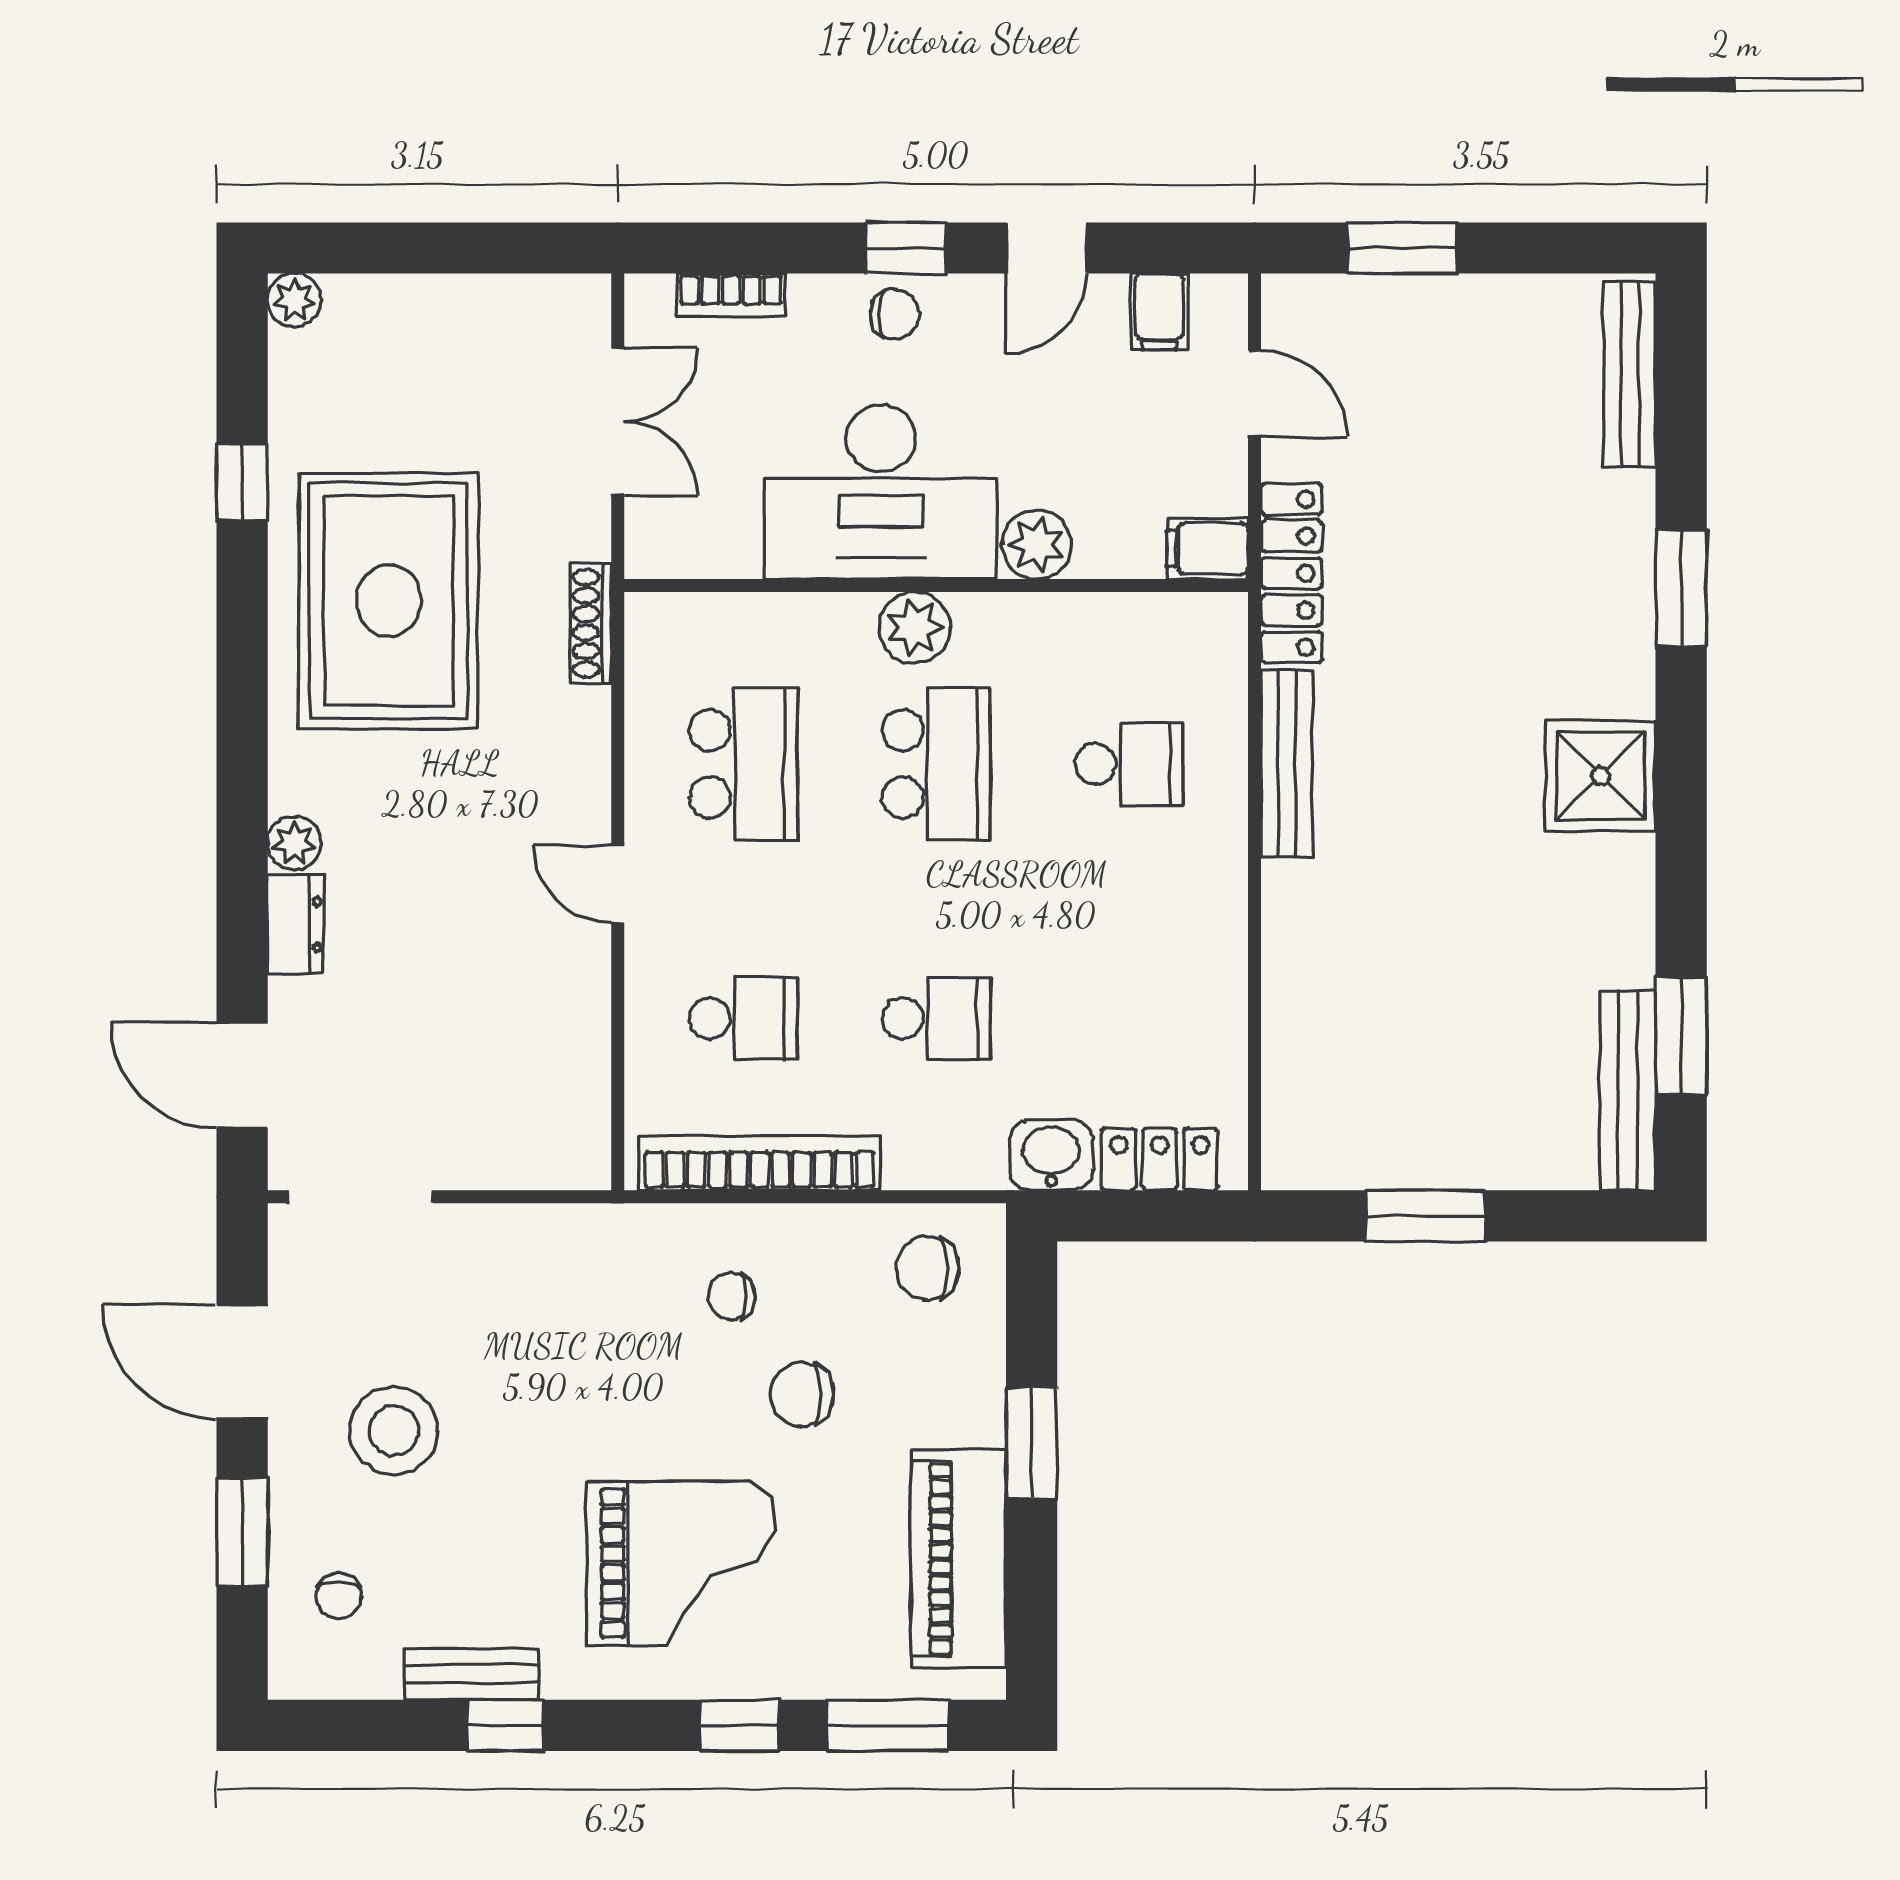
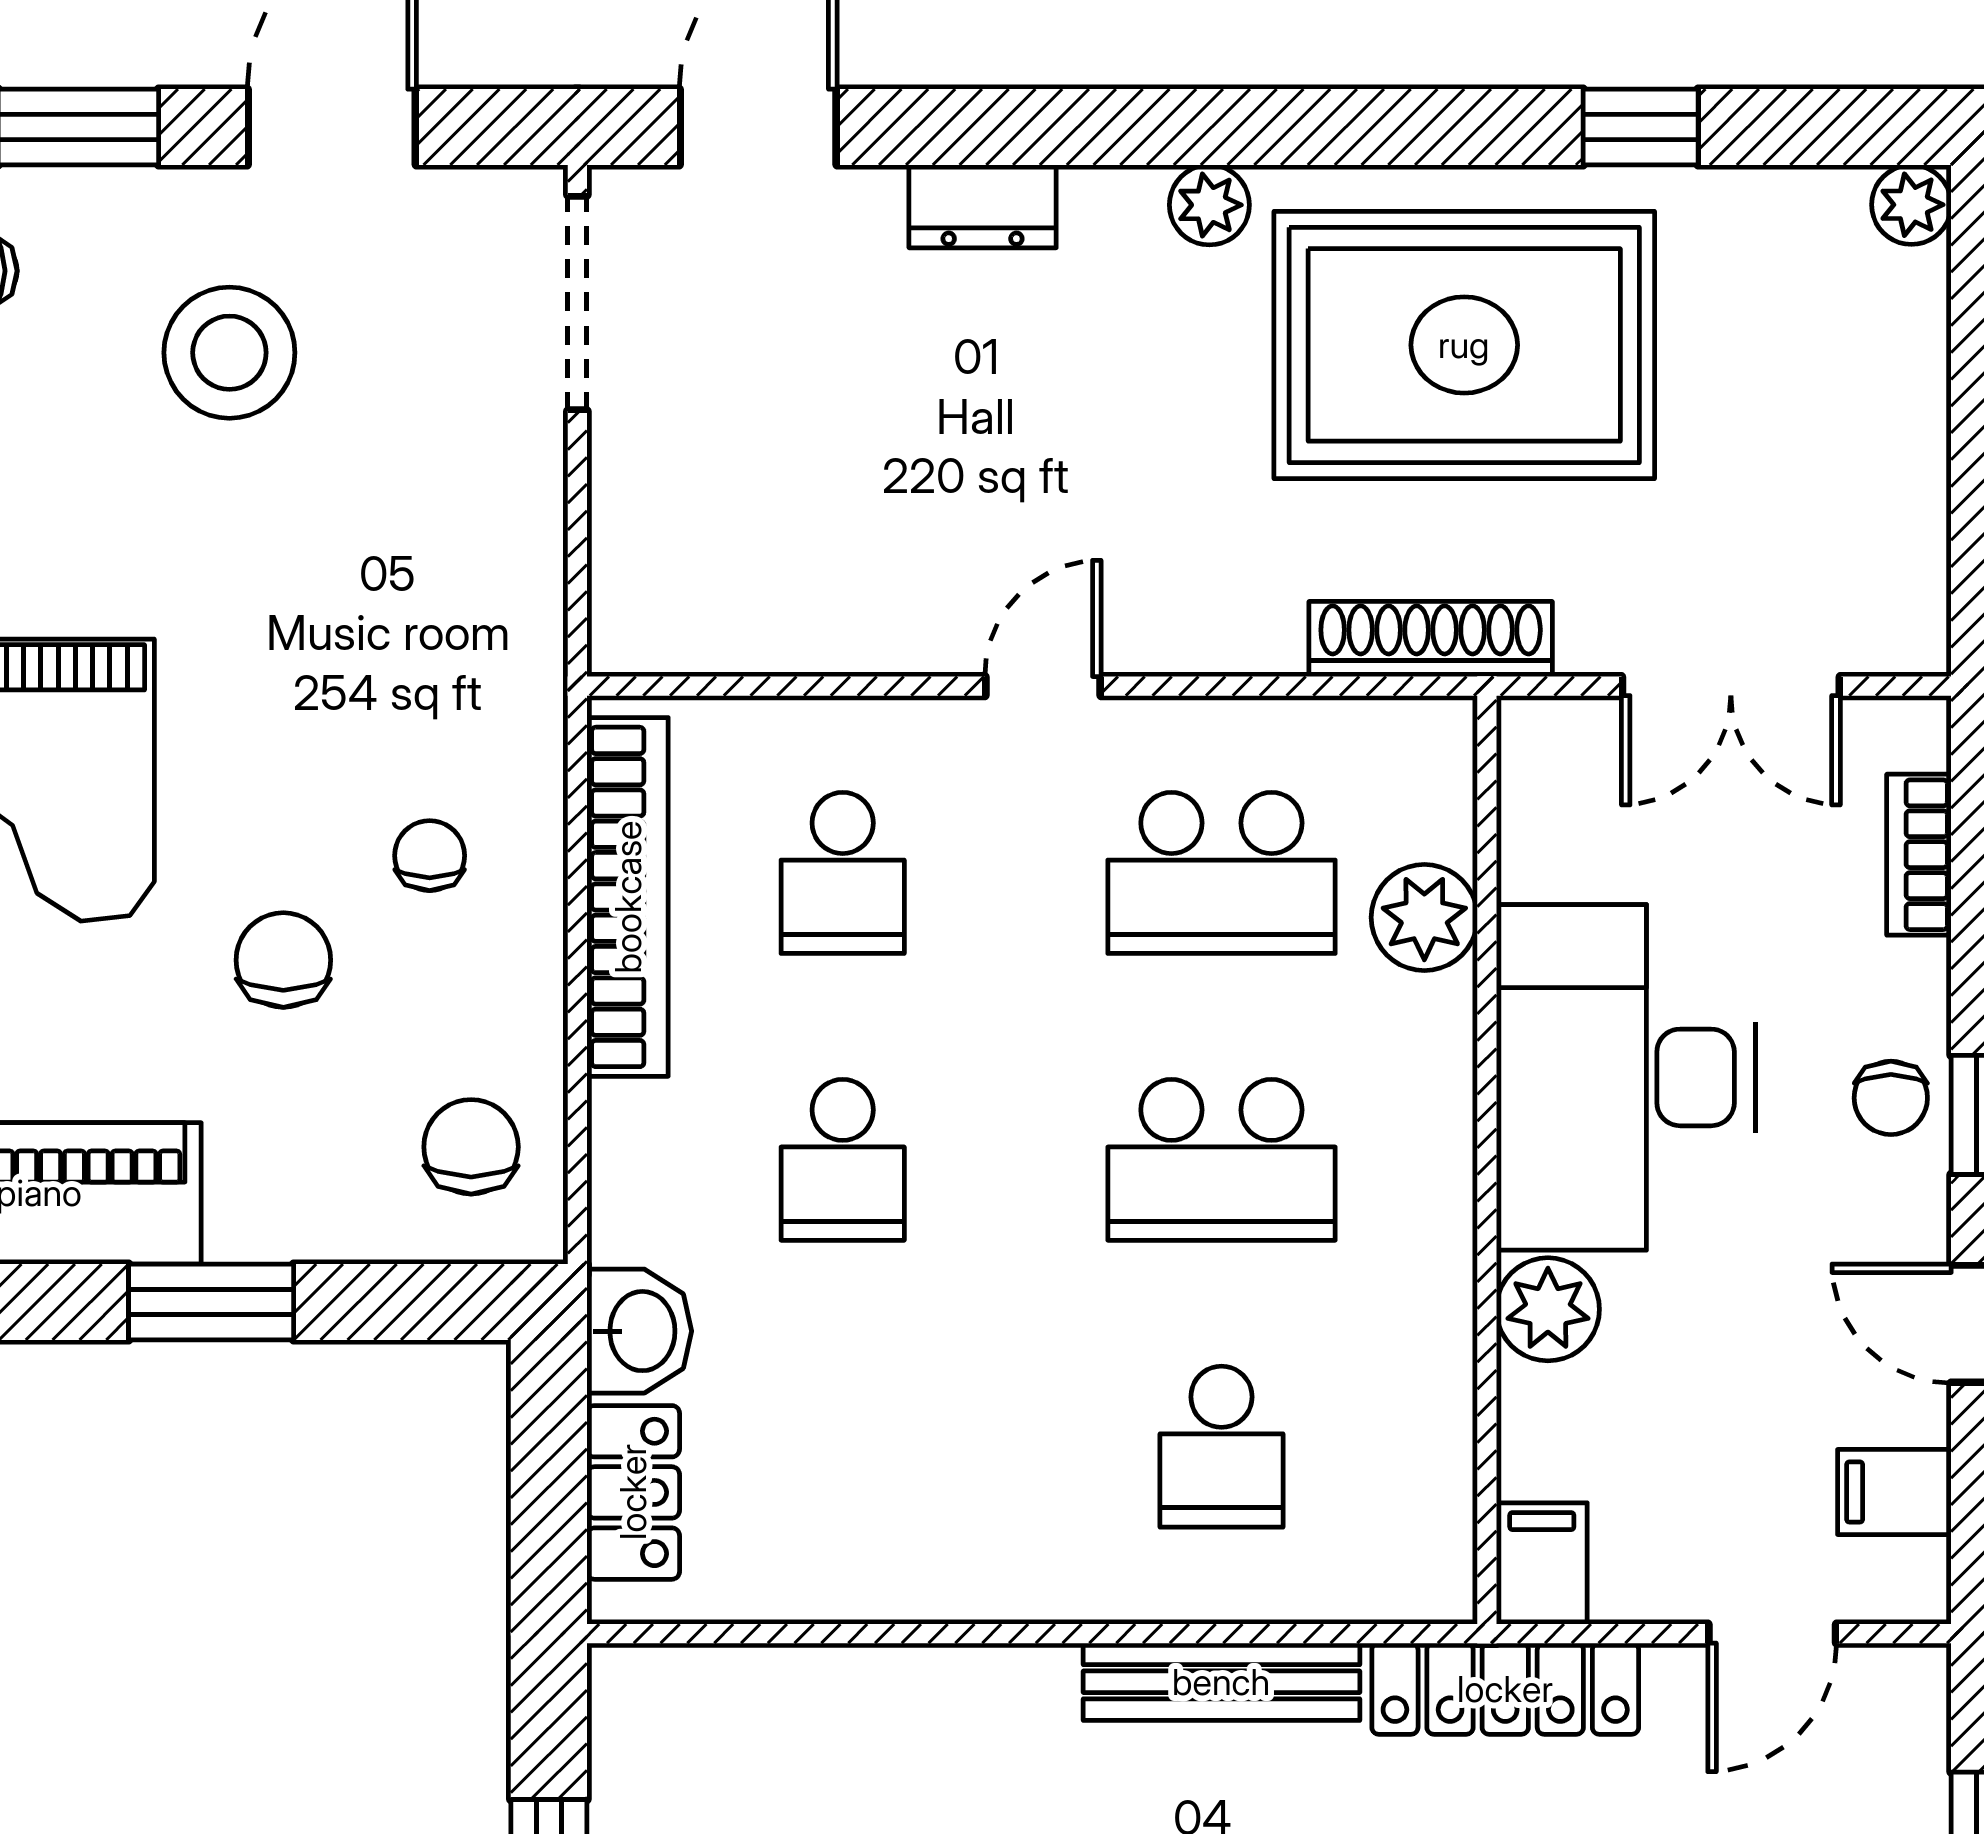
shoe rack: (591, 623) -> (1431, 639), width x1.36, depth x1.24
plant: (915, 628) -> (1424, 917), moved
plant: (294, 843) -> (1209, 205), moved

